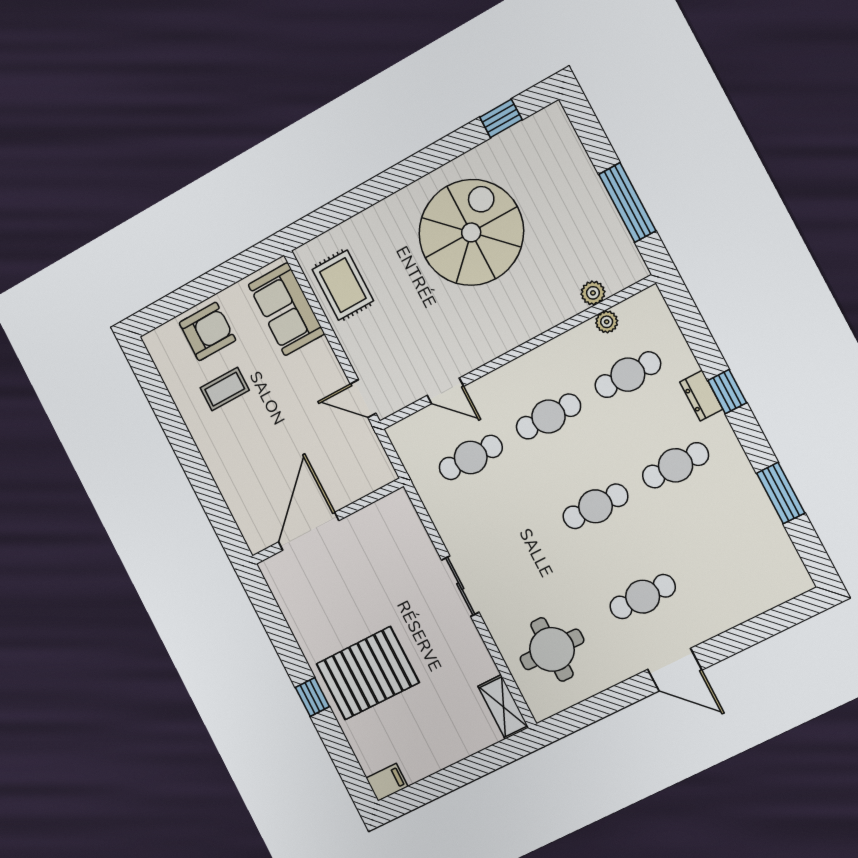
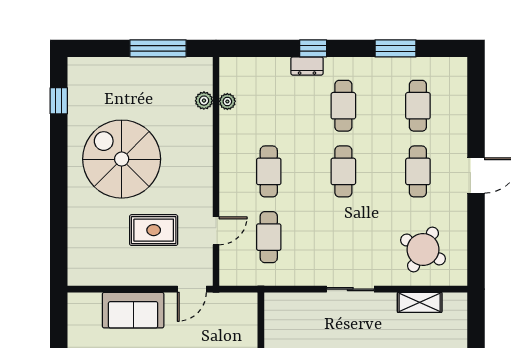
rug: (343, 285) -> (154, 230), moved
sofa: (286, 309) -> (133, 310), moved
cafe table: (628, 375) -> (418, 106), moved
round table: (552, 649) -> (423, 249), turned 30
shelving: (503, 707) -> (420, 302), moved

